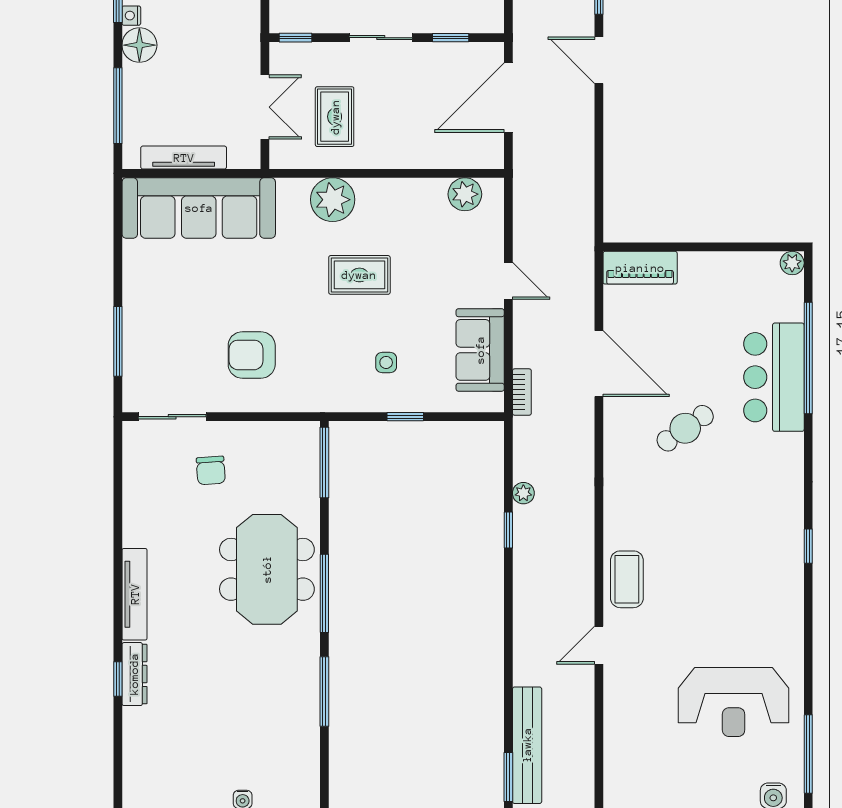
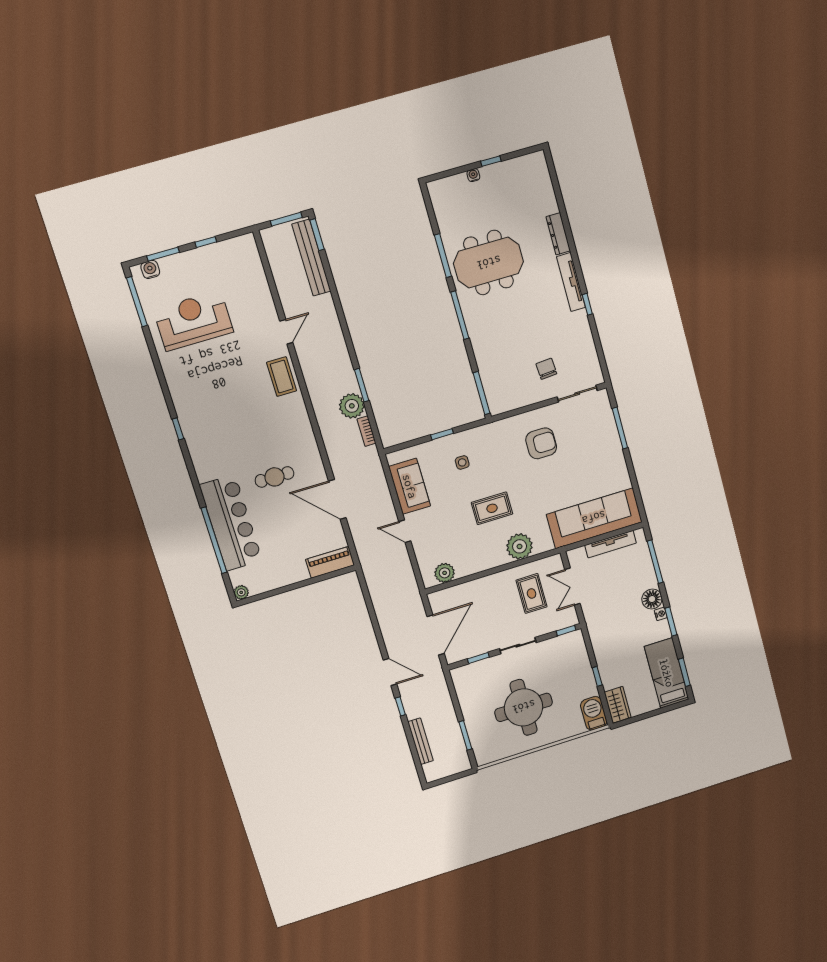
bar counter: (774, 377) -> (231, 523), width x1.36
bookcase: (522, 392) -> (366, 431), moved
cafe table: (685, 428) -> (274, 477), turned 35
plant: (523, 493) -> (352, 406), width x1.88, depth x1.88
window: (508, 530) -> (362, 385), width x1.50
meeting table: (267, 569) -> (489, 263), moved, turned 90
window: (118, 679) -> (587, 304), moved

